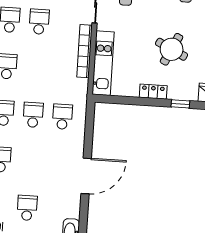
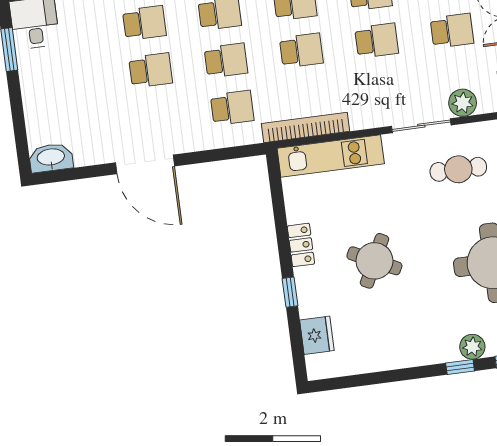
bookcase: (84, 51) -> (305, 127), moved
school desk: (36, 68) -> (301, 51), added
school desk: (27, 208) -> (151, 70), moved

